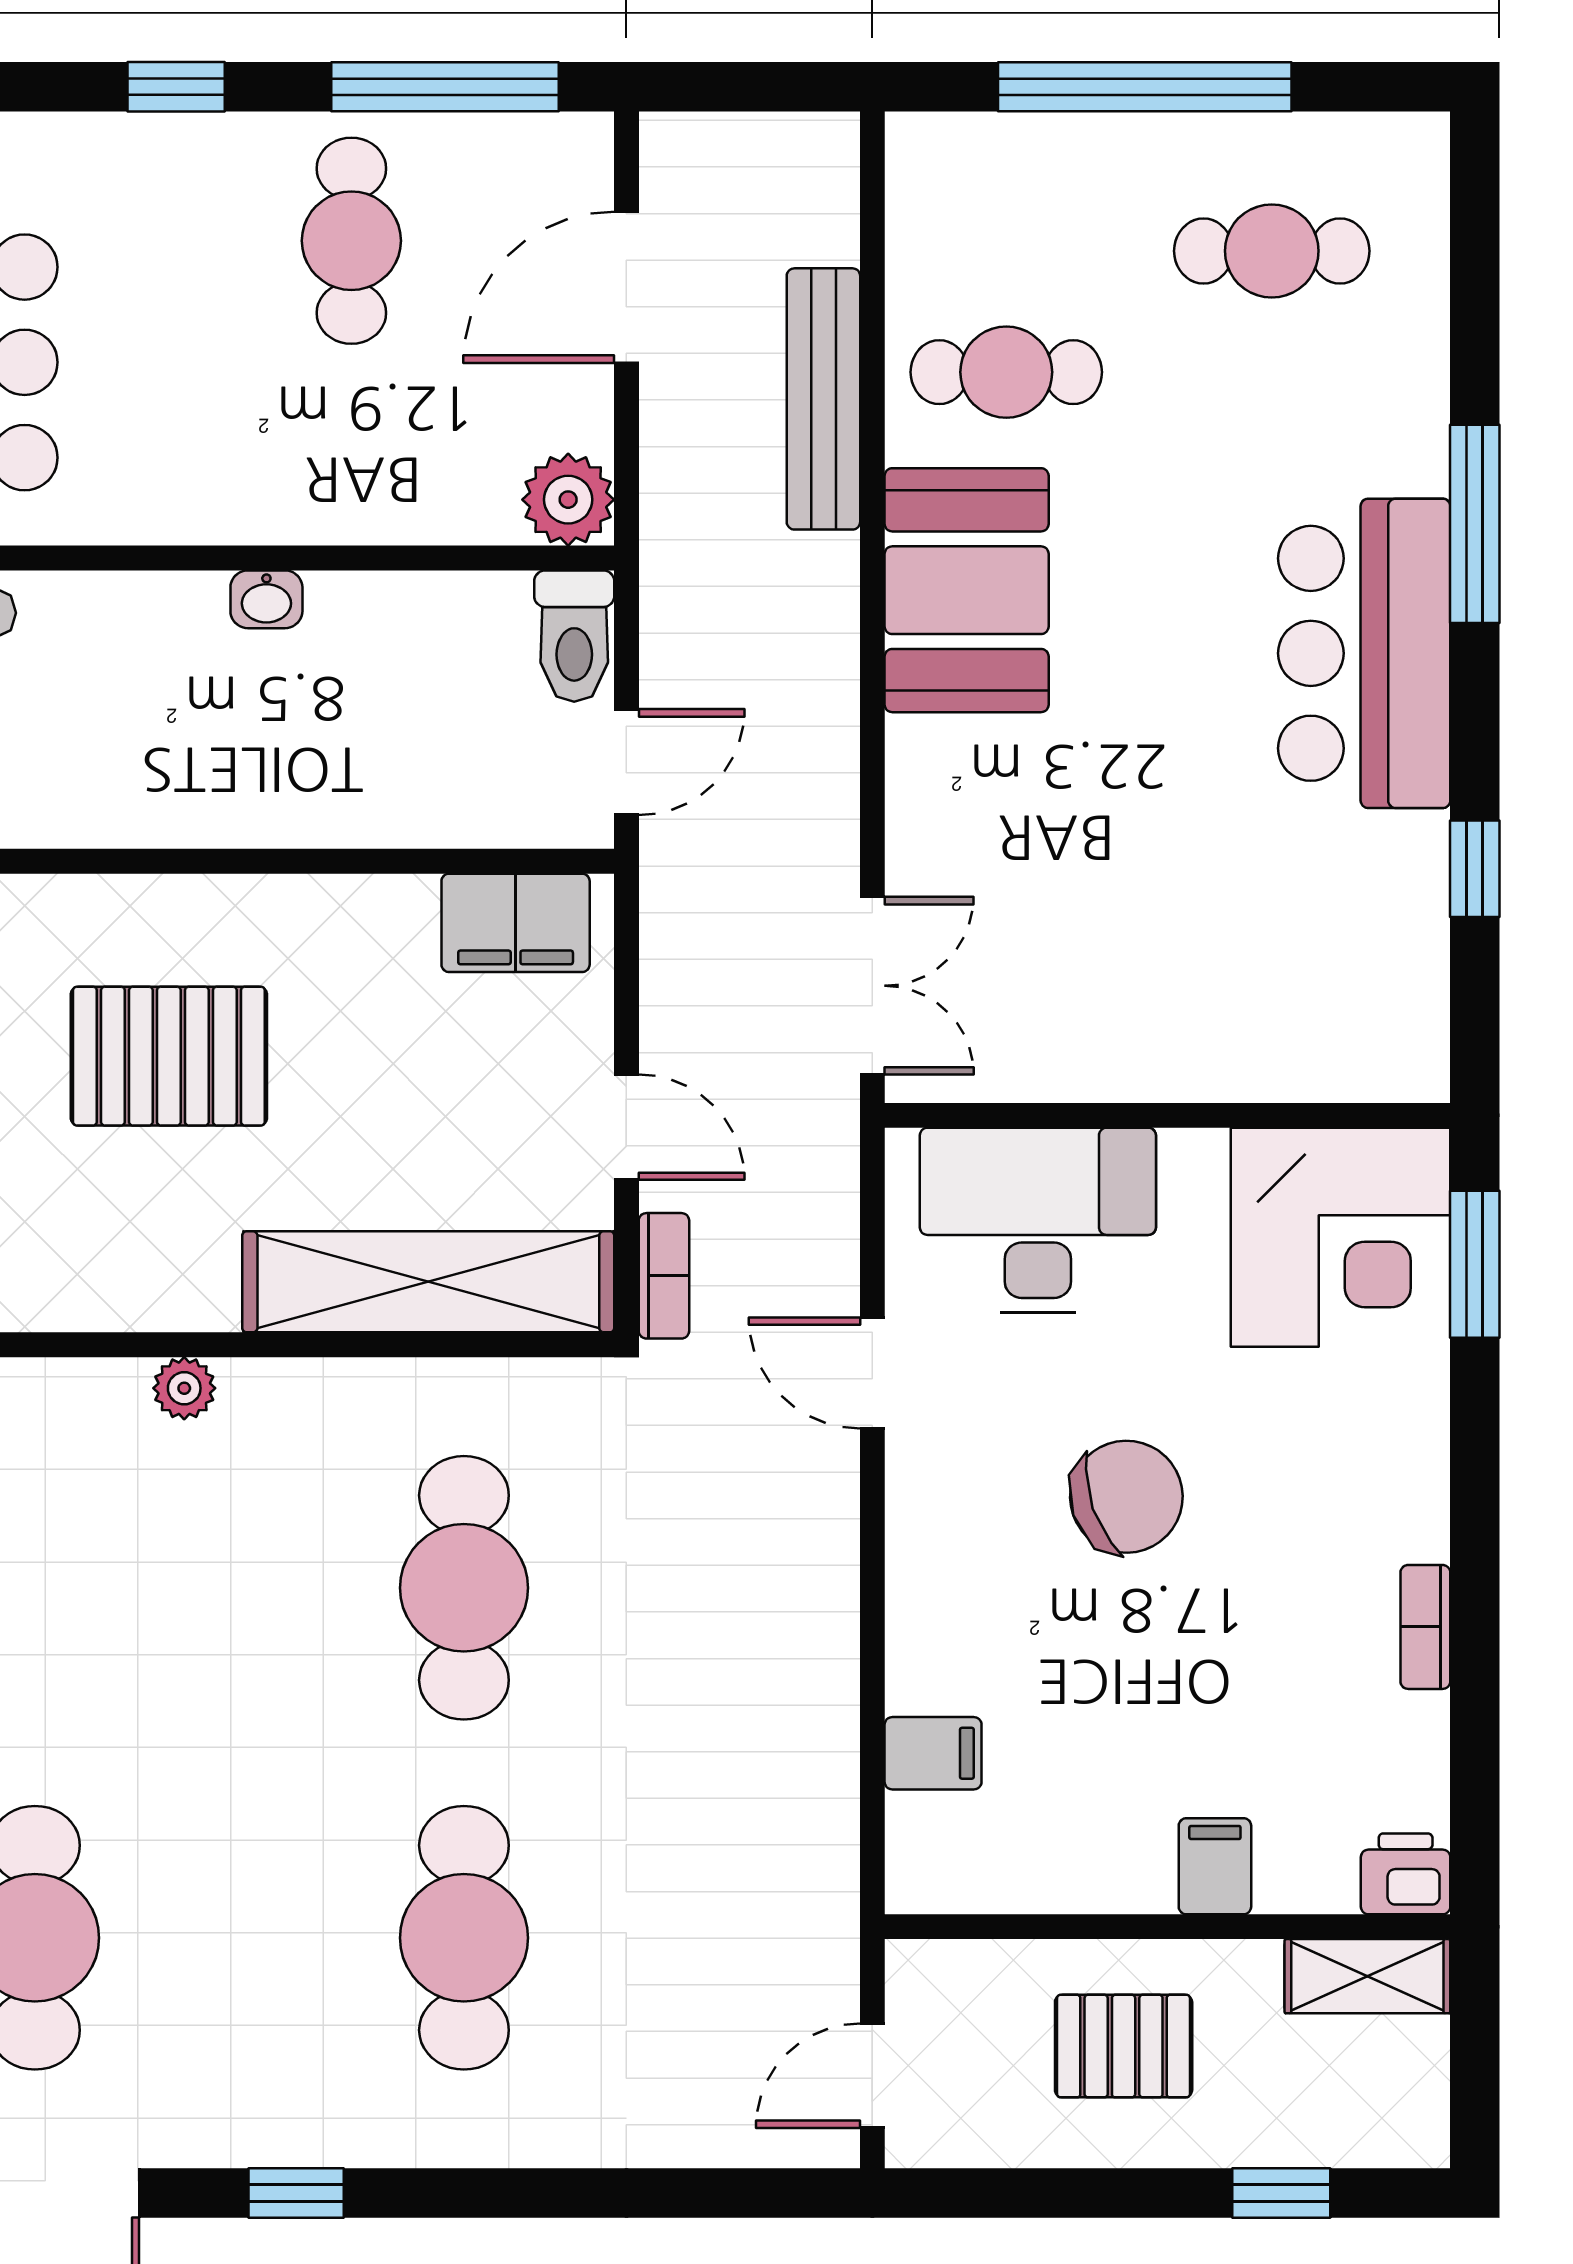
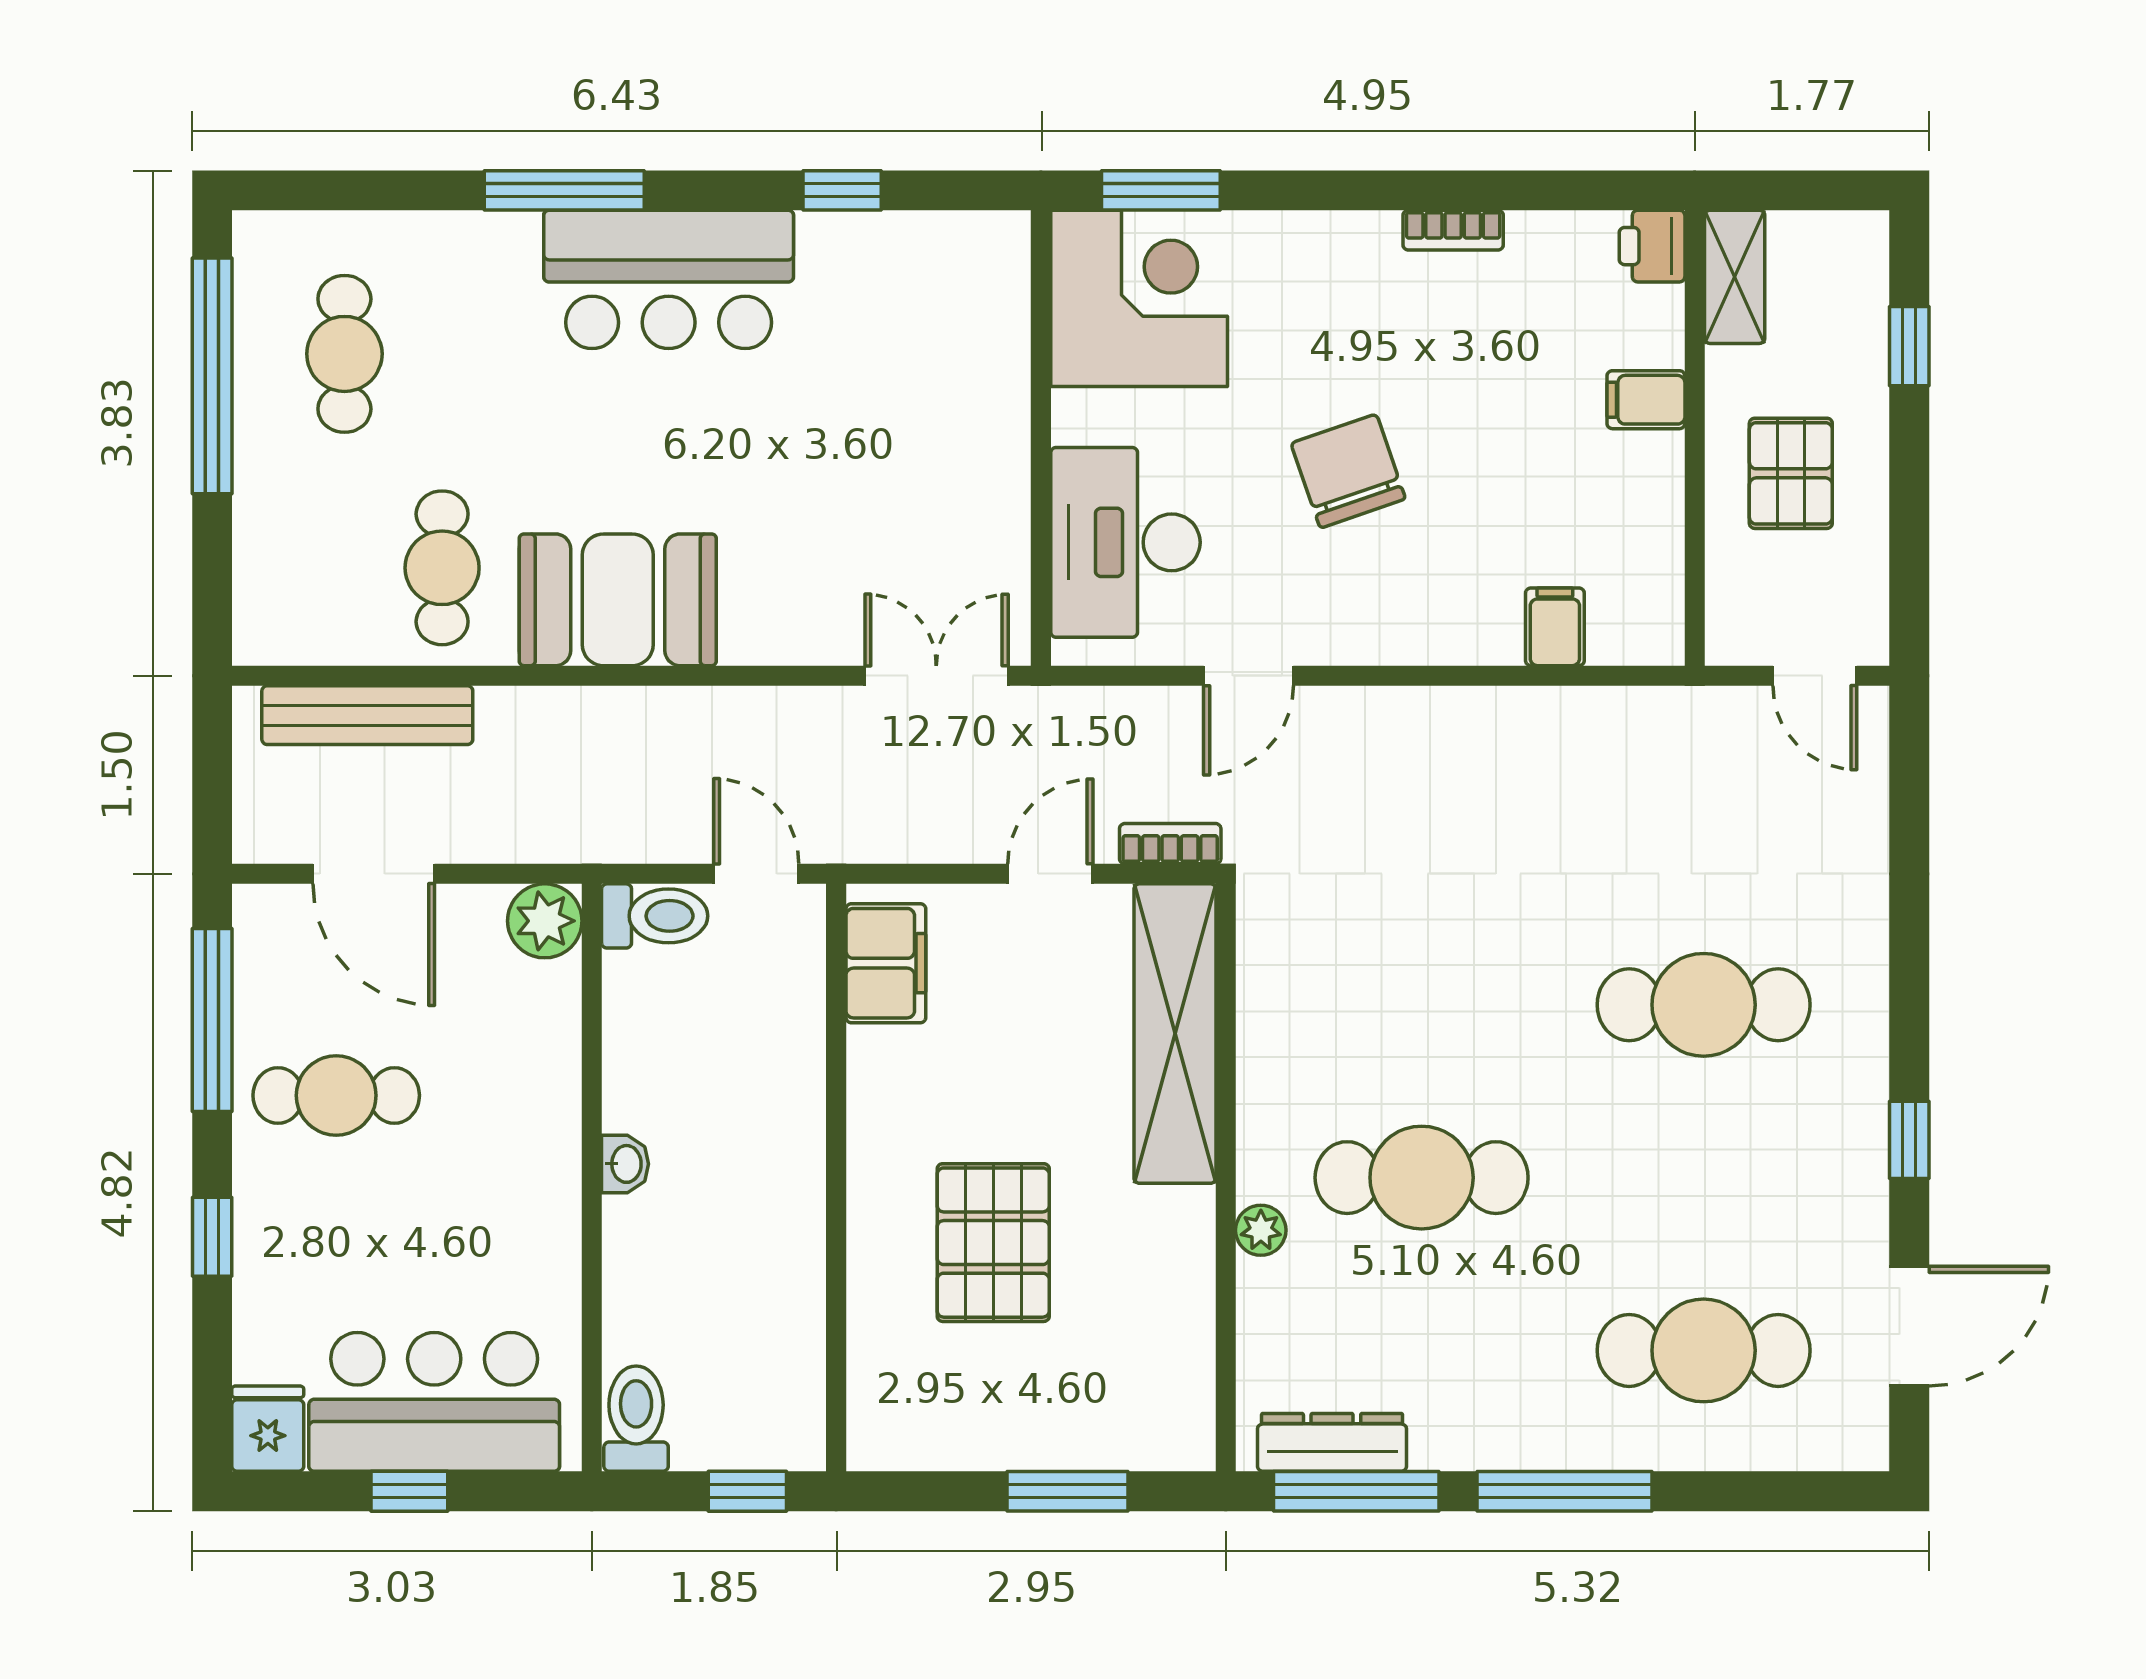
window: (1145, 87) -> (212, 376), moved
bench: (823, 399) -> (367, 715), moved
cafe table: (464, 1588) -> (1422, 1178), moved

